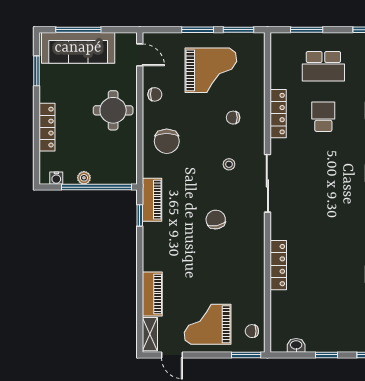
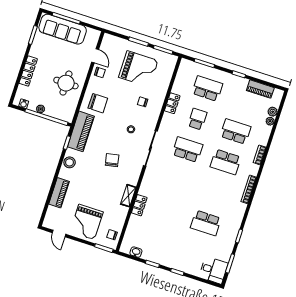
door: (140, 55) -> (95, 56), moved
school desk: (323, 66) -> (207, 89), turned 180
round table: (113, 110) -> (66, 83), moved
locker: (278, 114) -> (172, 103), width x0.66
chair: (167, 141) -> (98, 103), turned -90
school desk: (323, 167) -> (187, 150), added
piano: (152, 200) -> (81, 131), width x1.37, depth x1.33
stool: (153, 244) -> (70, 162), added
locker: (278, 265) -> (139, 205), width x0.66
grand piano: (208, 324) -> (87, 222), turned -90
shelving: (150, 334) -> (128, 196), moved

